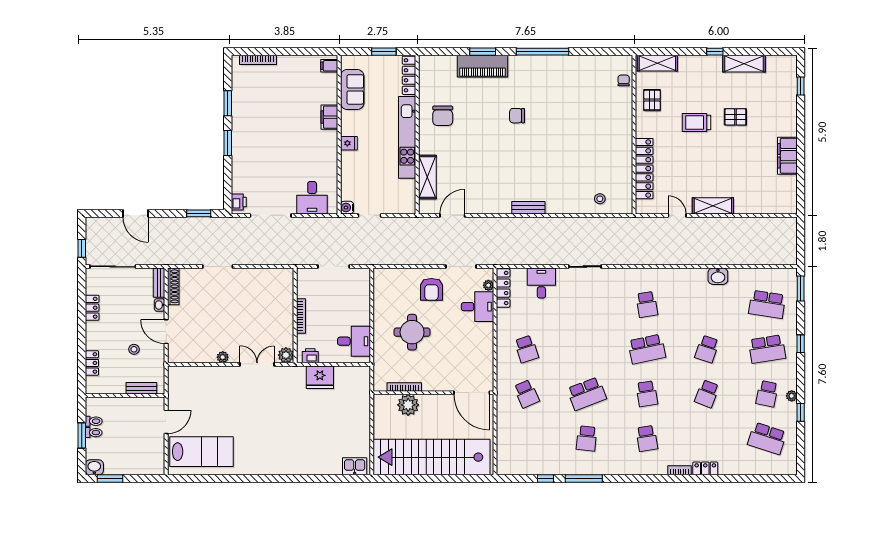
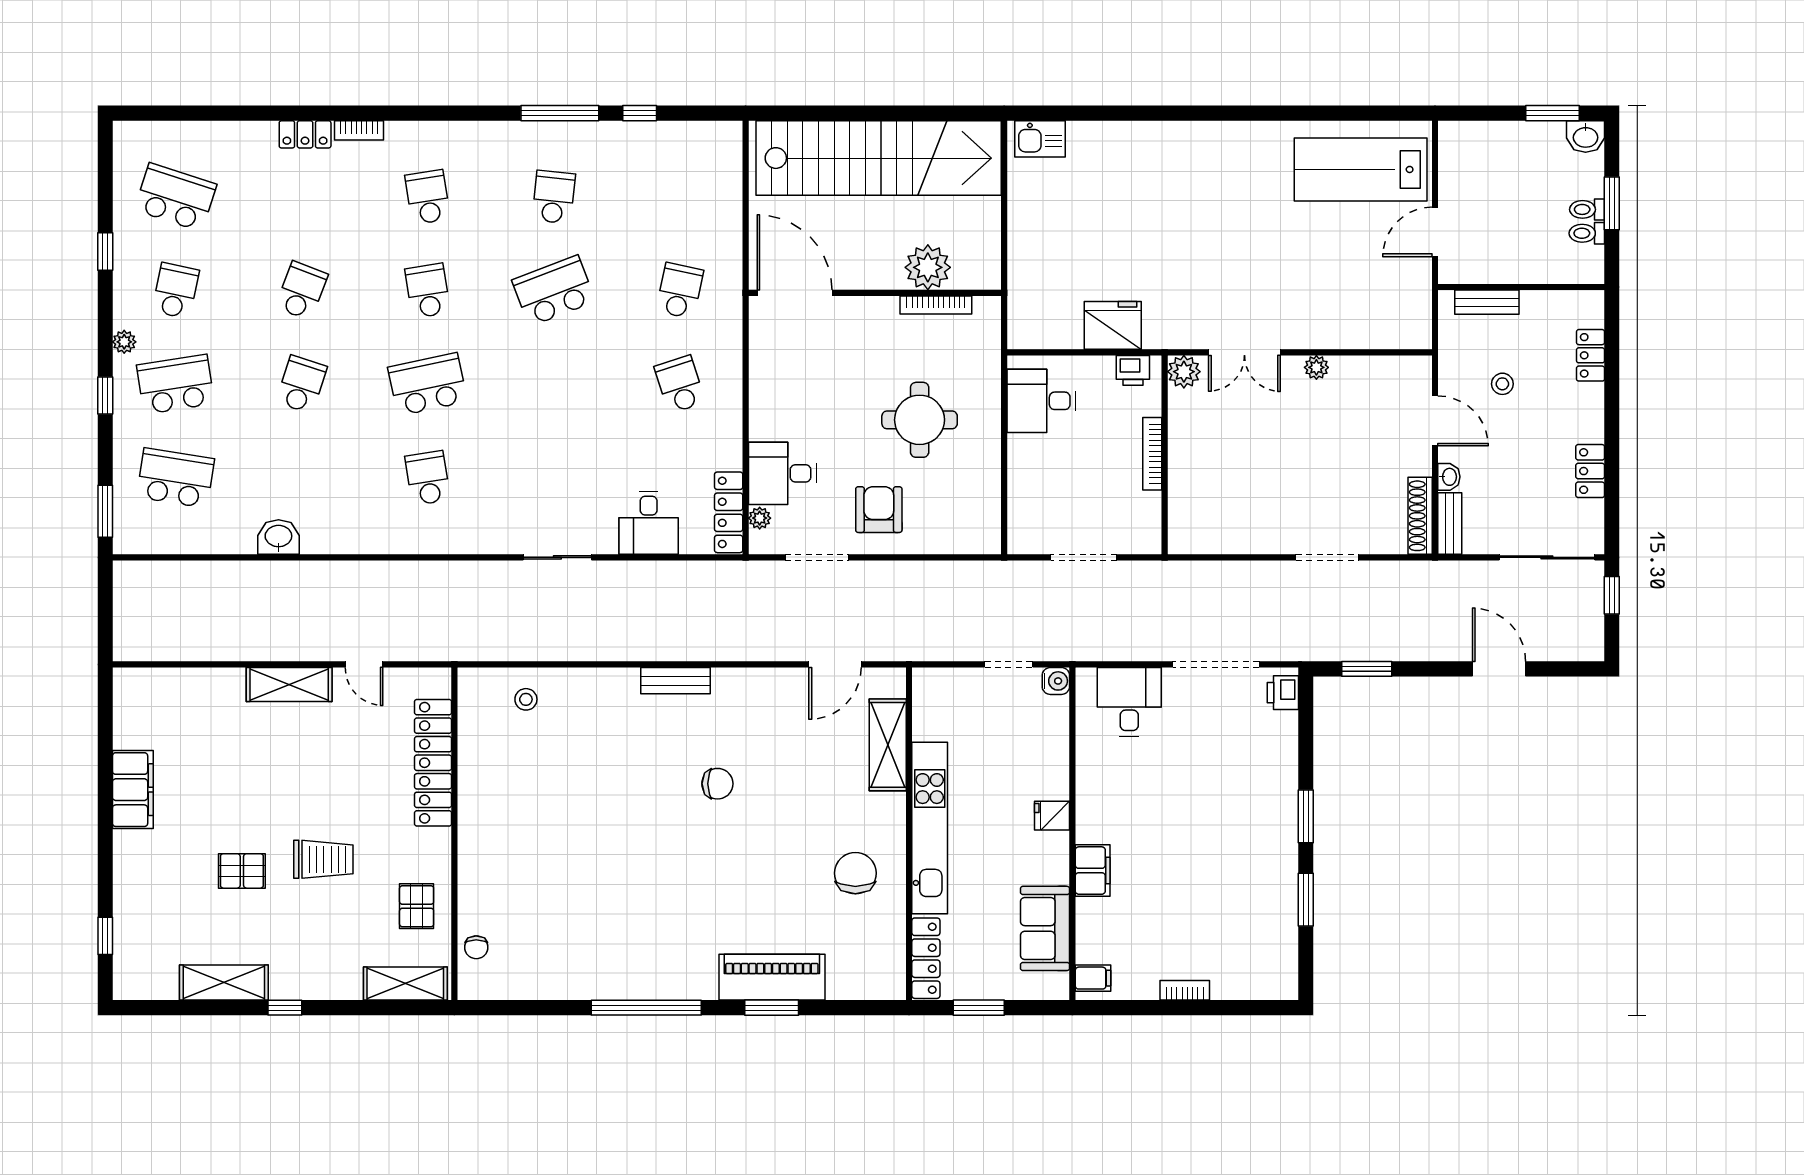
bookcase: (258, 60) -> (1185, 990), moved, width x0.64
chair: (517, 116) -> (717, 784), moved
school desk: (526, 394) -> (680, 291), turned 36
plant: (792, 396) -> (124, 342), moved

